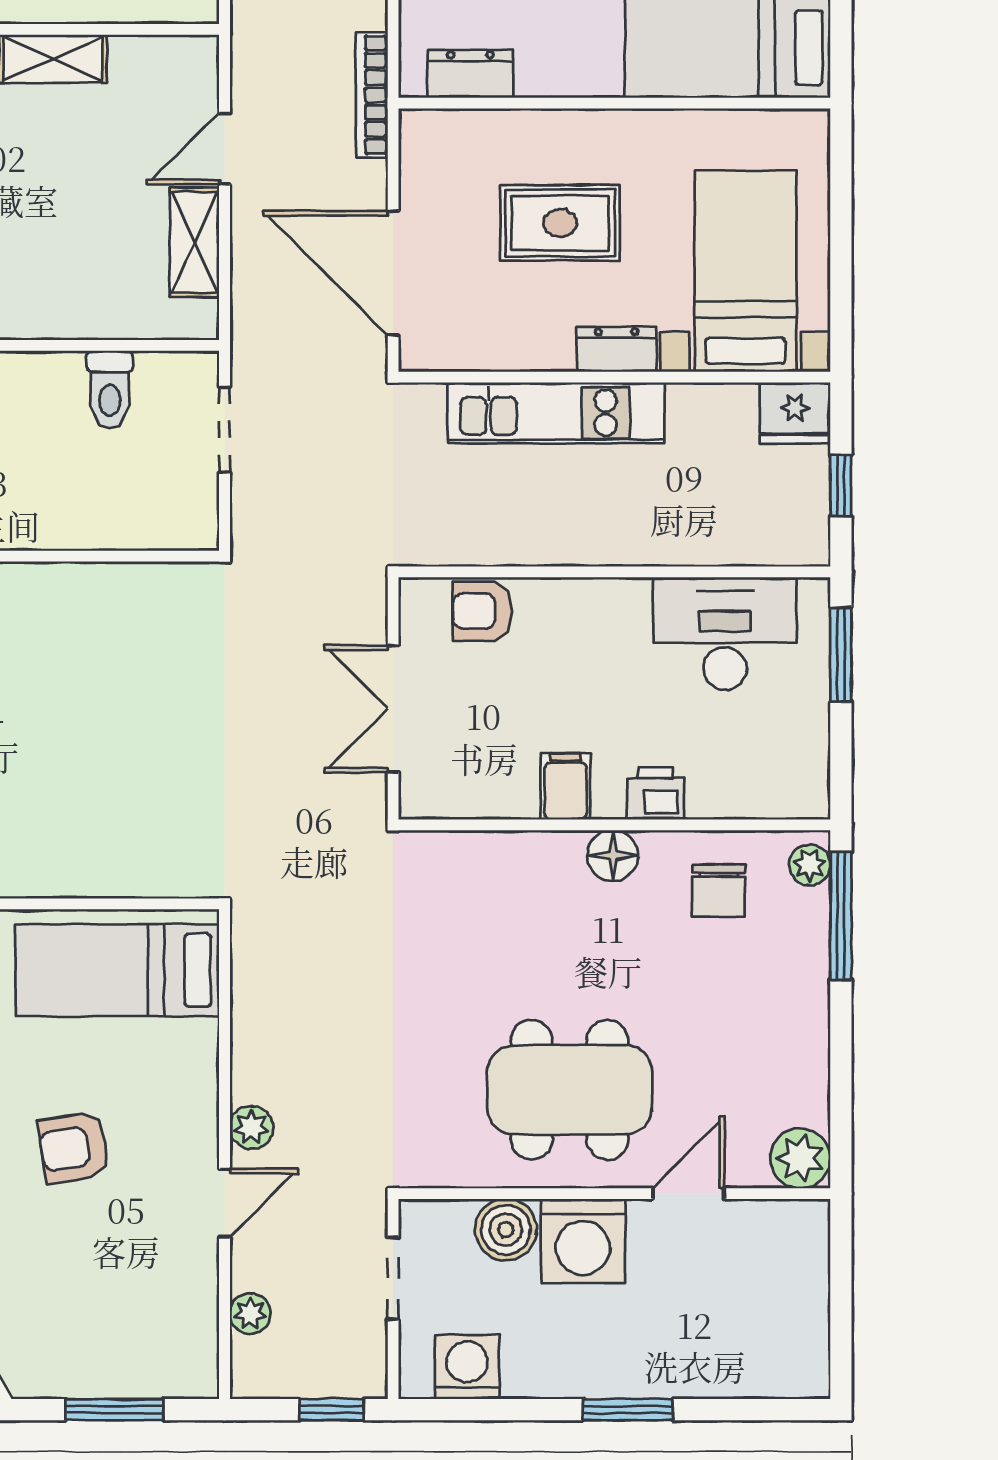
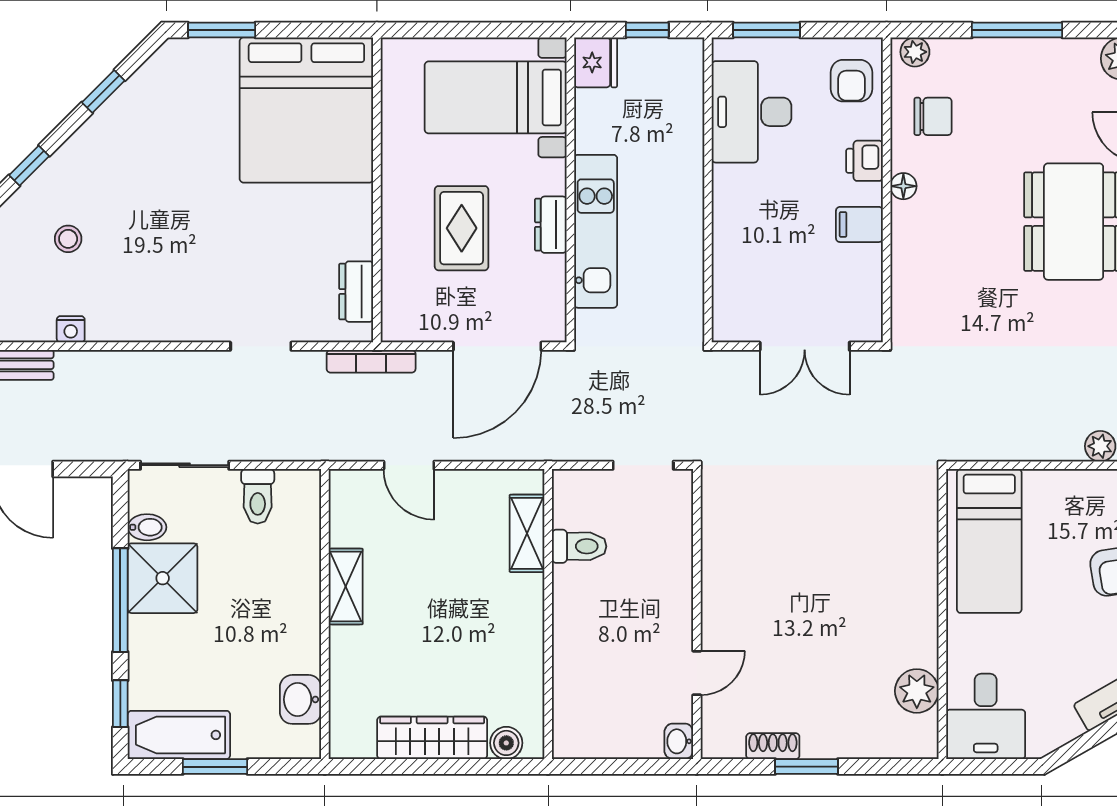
shelving: (195, 242) -> (527, 533), moved, turned 90
dresser: (616, 349) -> (551, 225), moved
doorway: (225, 429) -> (643, 465), moved
armchair: (482, 611) -> (851, 81), moved
floor lamp: (613, 856) -> (903, 186), width x0.73, depth x0.73
window: (841, 916) -> (1017, 30), moved

